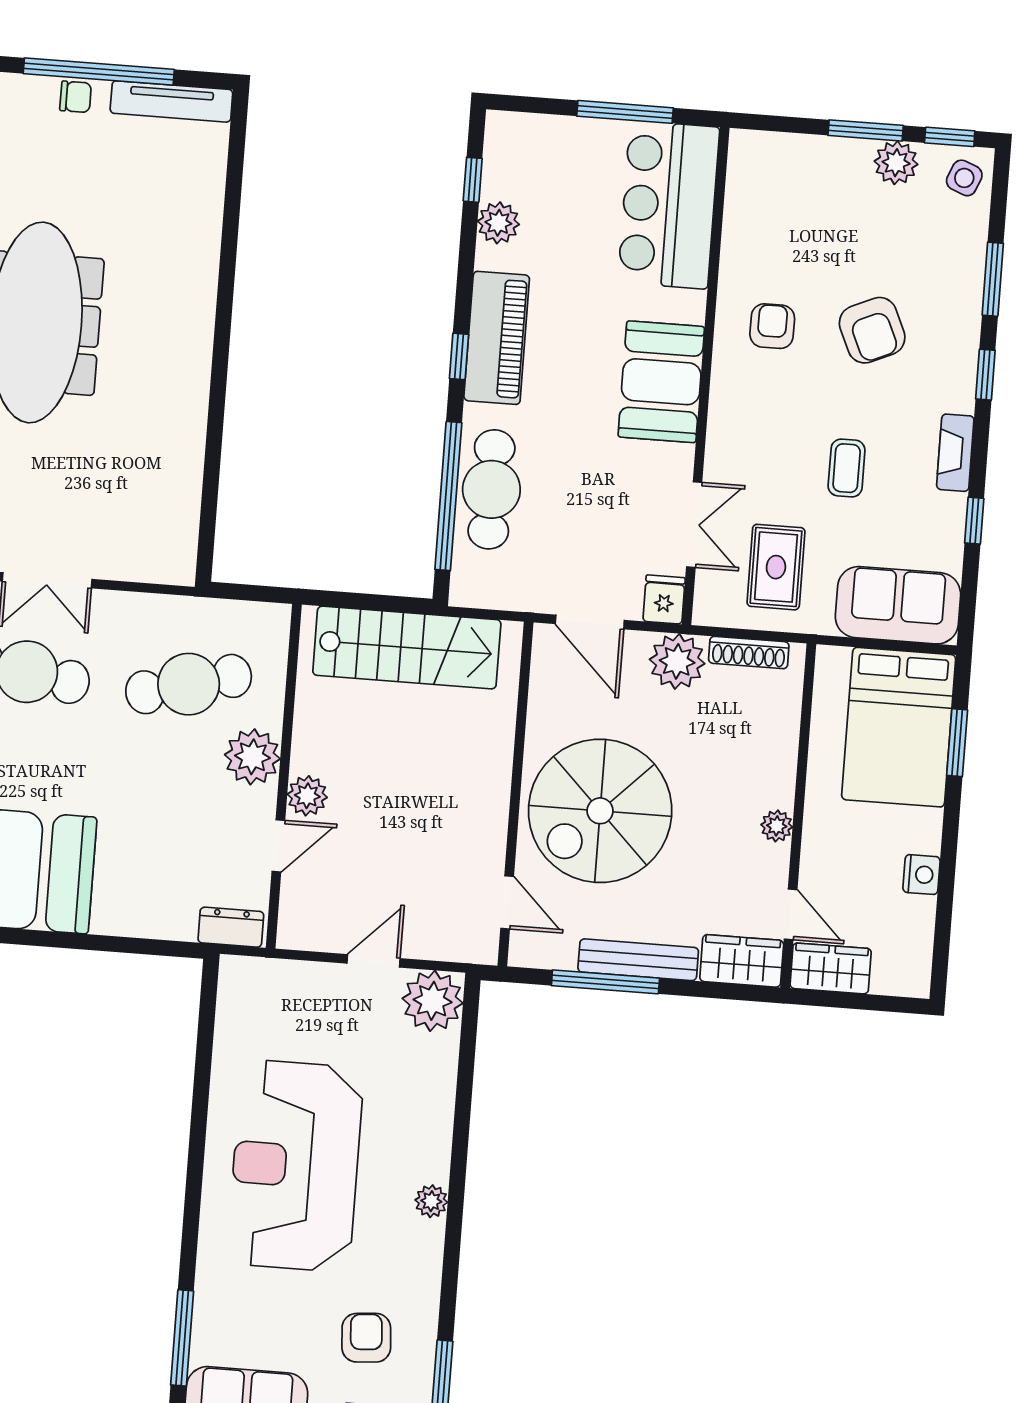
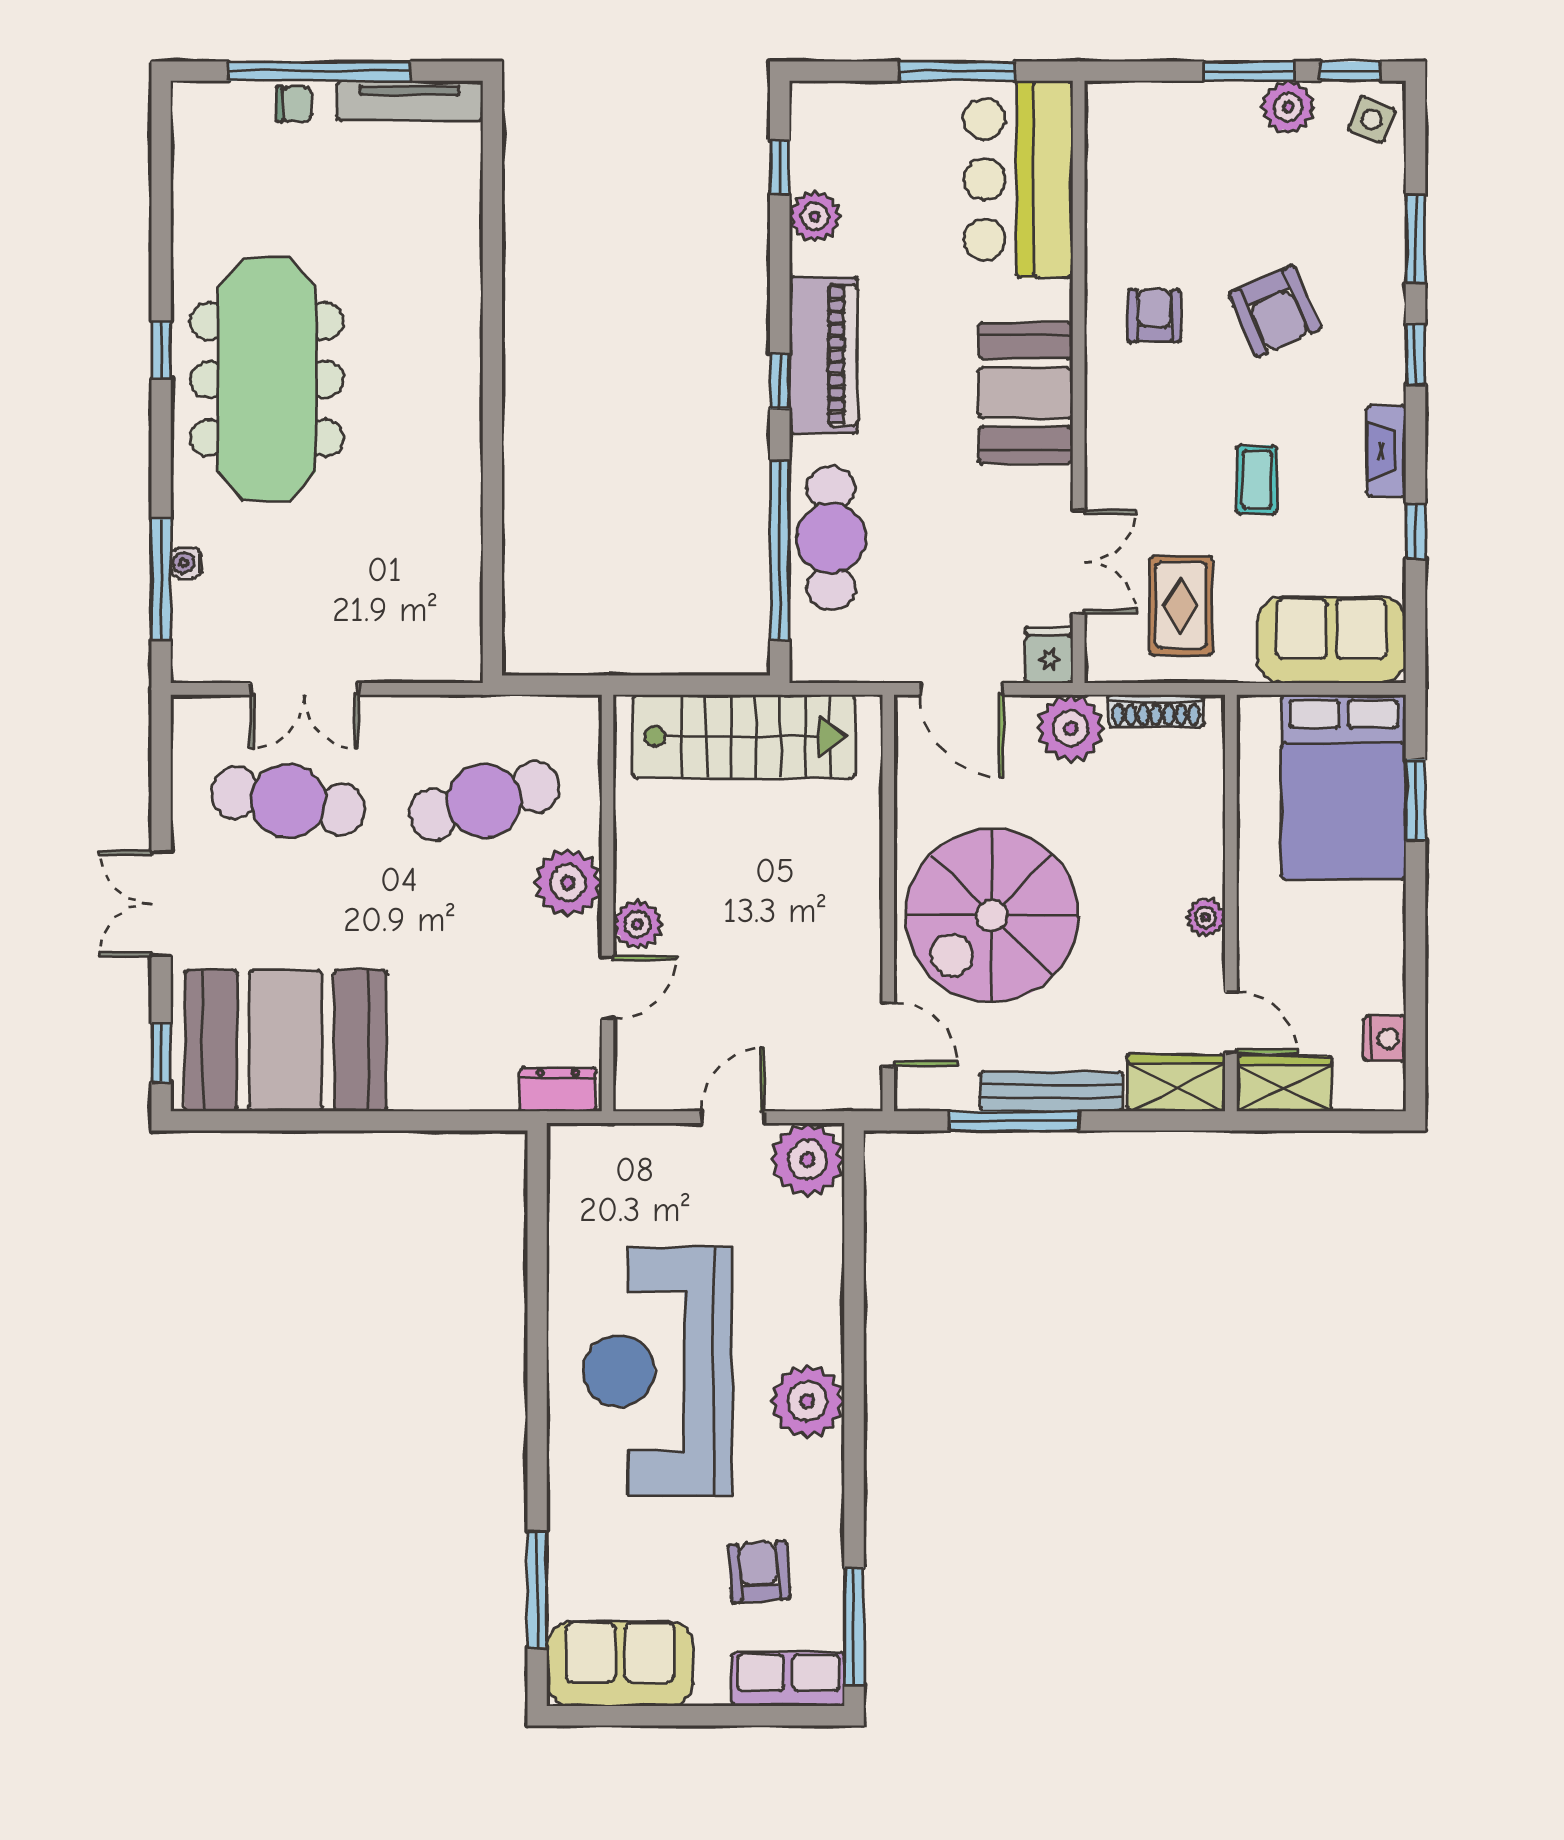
nightstand: (922, 875) -> (1385, 1038), moved
plant: (431, 1201) -> (807, 1401), width x1.88, depth x1.88

